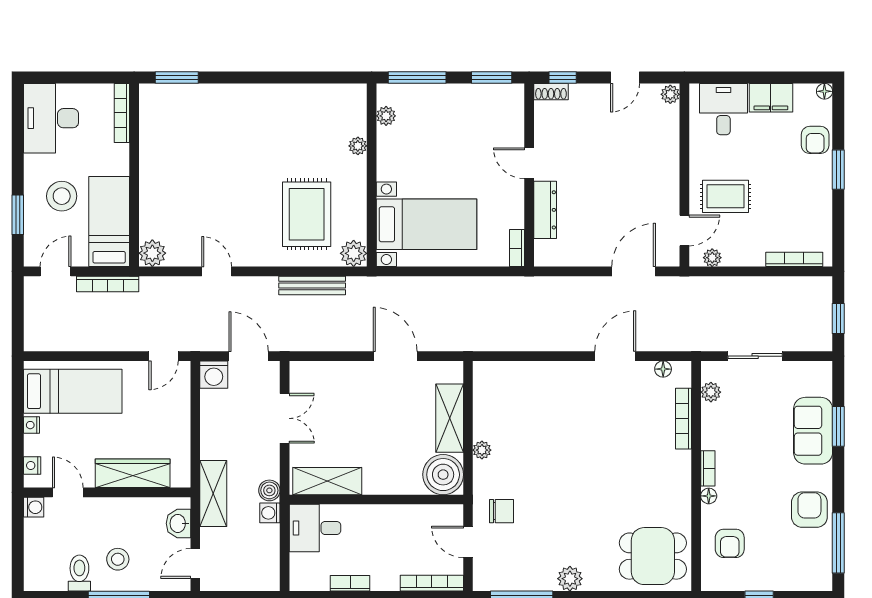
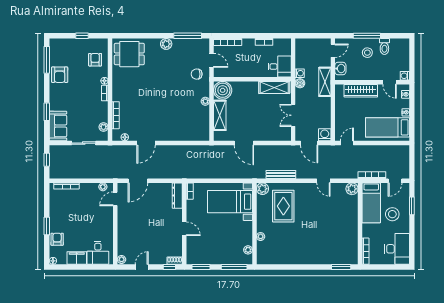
rug: (726, 196) -> (97, 214), removed
dresser: (545, 210) -> (177, 196), moved
sofa: (813, 431) -> (58, 126), moved

